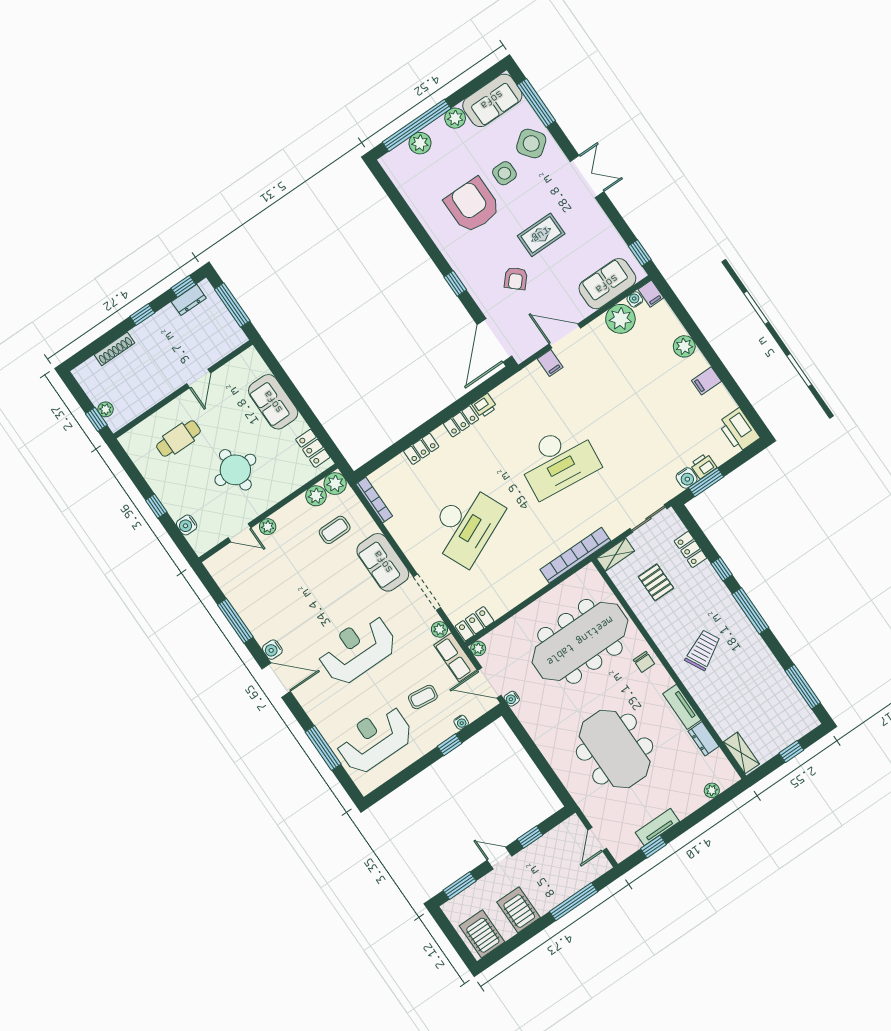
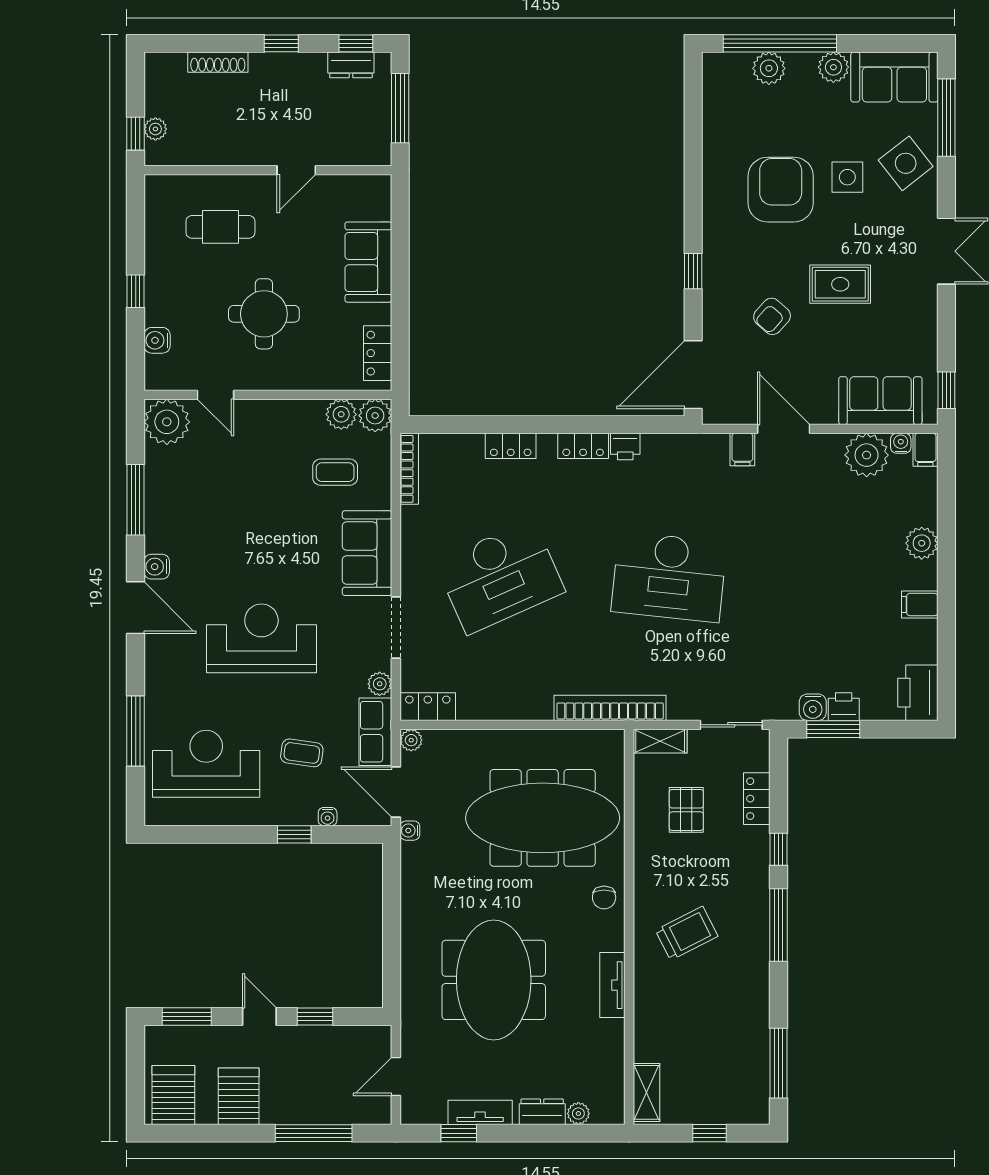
plant: (268, 527) -> (167, 422), moved, width x1.87, depth x1.87
dresser: (704, 739) -> (542, 1112), moved, turned 90

